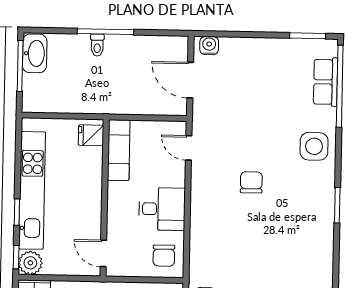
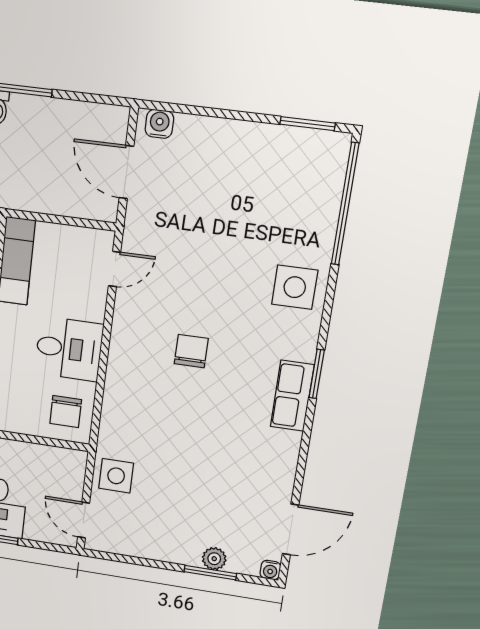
row of seats: (326, 82) -> (292, 396), moved
door: (189, 148) -> (115, 269), swing flipped
chair: (251, 182) -> (191, 351), moved

